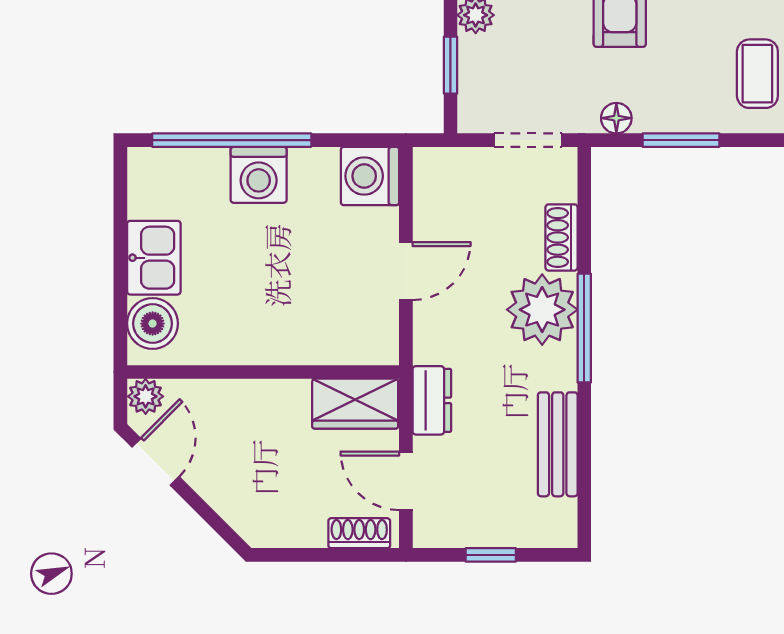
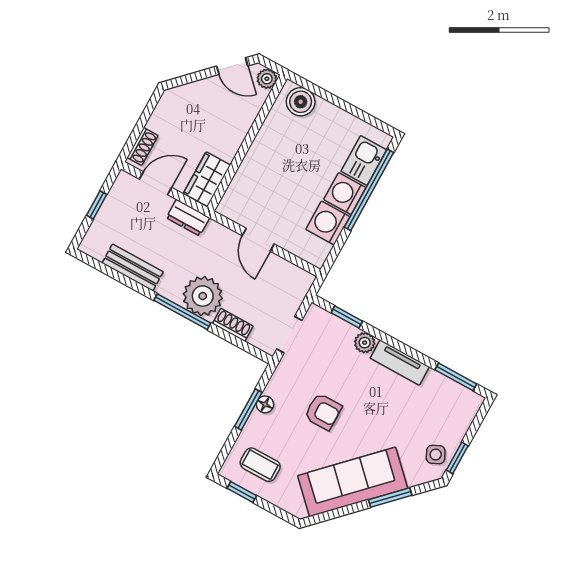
floor lamp: (616, 118) -> (265, 404), moved
washing machine: (370, 176) -> (328, 223), moved, turned -90
kitchen sink: (154, 258) -> (364, 160), moved, turned 90

